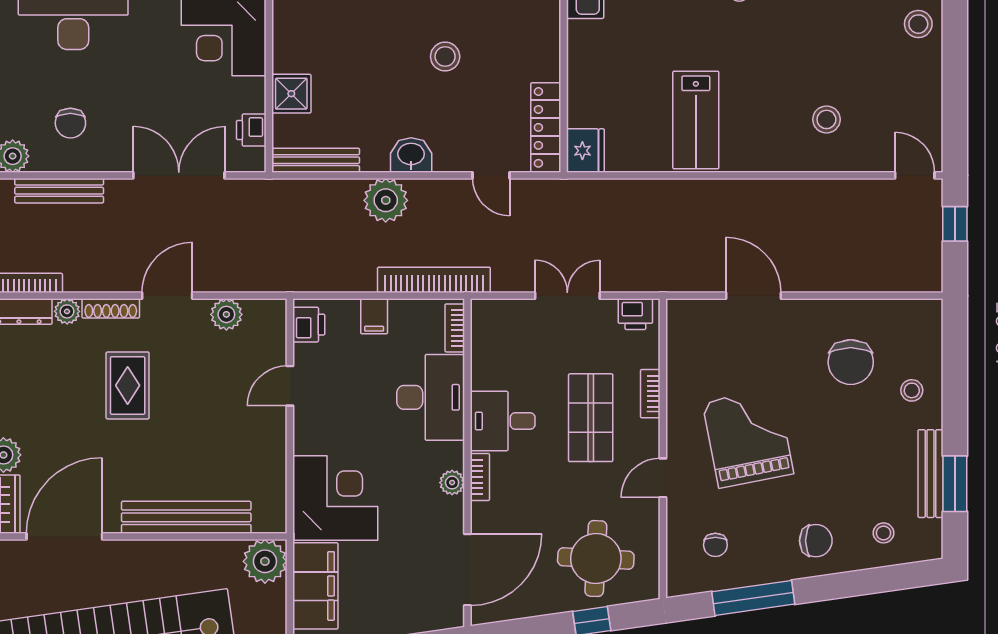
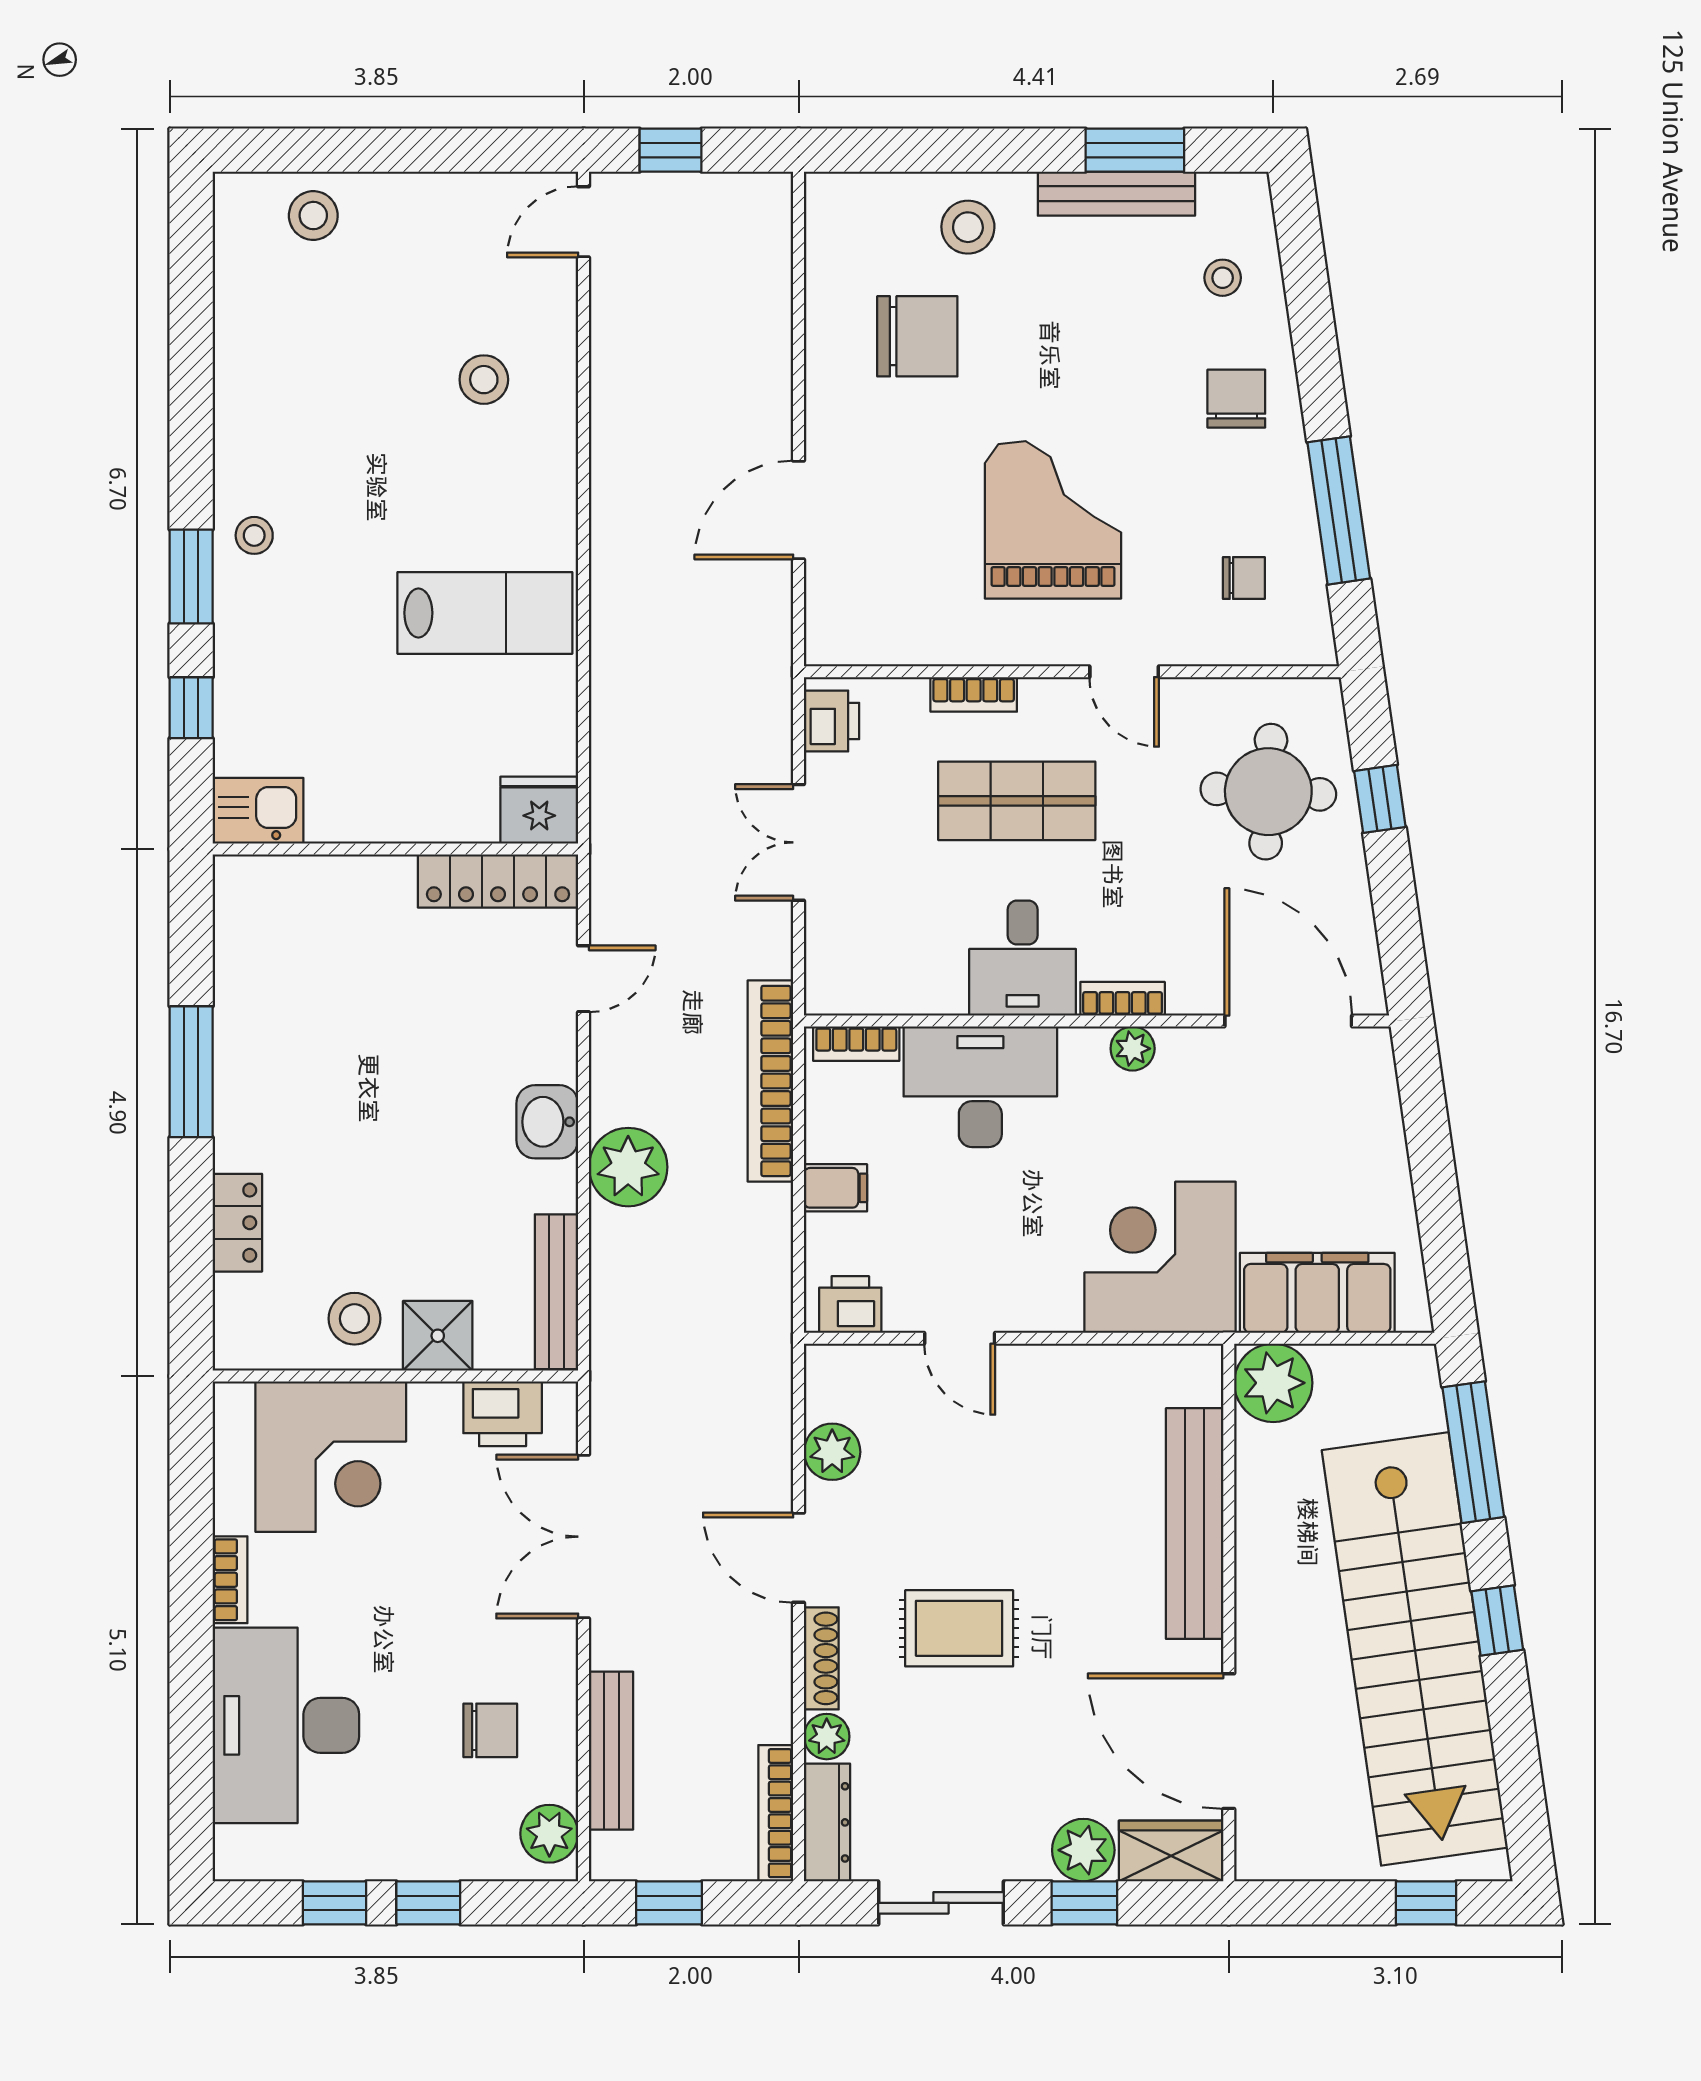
stool: (445, 57) -> (354, 1319), moved
printer: (251, 130) -> (503, 1414), width x1.36, depth x1.24
stool: (912, 390) -> (968, 227), width x1.37, depth x1.37
grand piano: (748, 438) -> (1053, 520), turned 101

